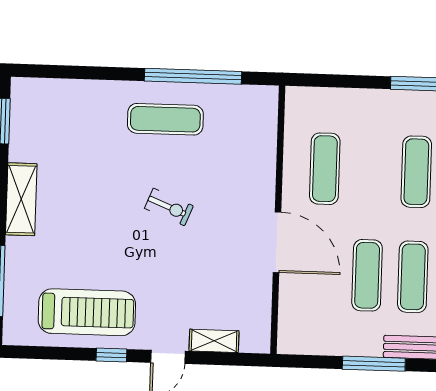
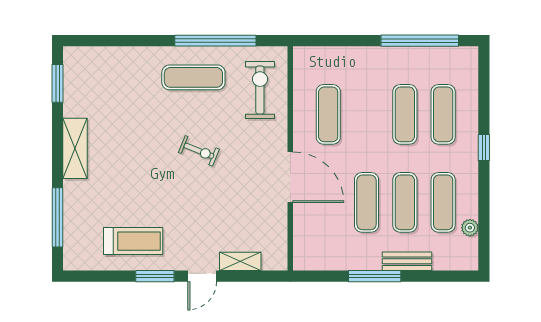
exercise bike: (244, 137) -> (260, 90), added
treadmill: (87, 312) -> (133, 241), width x0.73, depth x0.73
window: (111, 355) -> (155, 276), width x1.50

